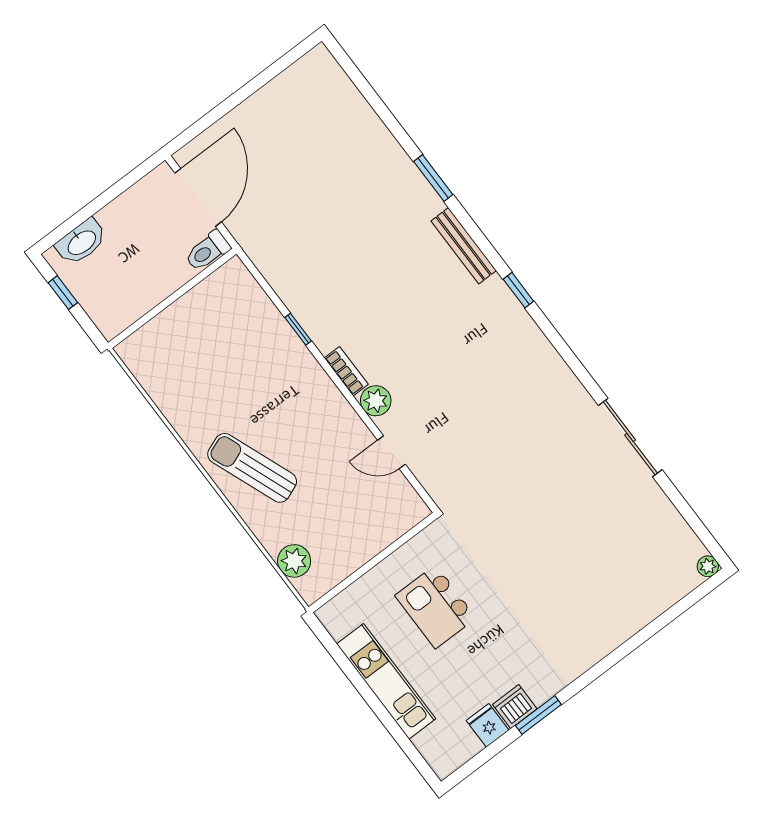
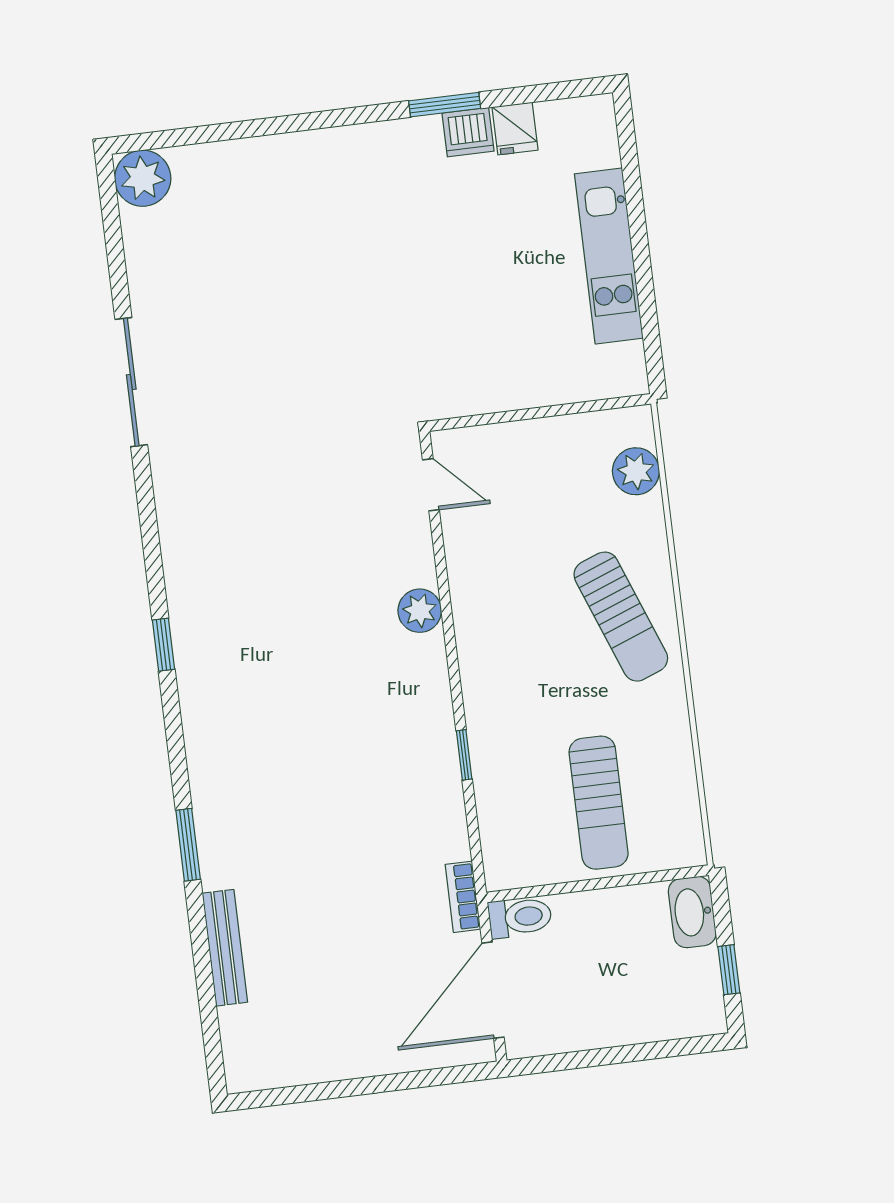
washbasin: (81, 242) -> (692, 912), moved, turned -90
bench: (464, 246) -> (225, 948), moved
sun lounger: (200, 348) -> (599, 803), added
bookcase: (346, 371) -> (463, 897), moved
door: (391, 452) -> (431, 485), moved
plant: (708, 566) -> (143, 178), width x1.87, depth x1.87
kitchen island: (436, 607) -> (494, 313), removed

